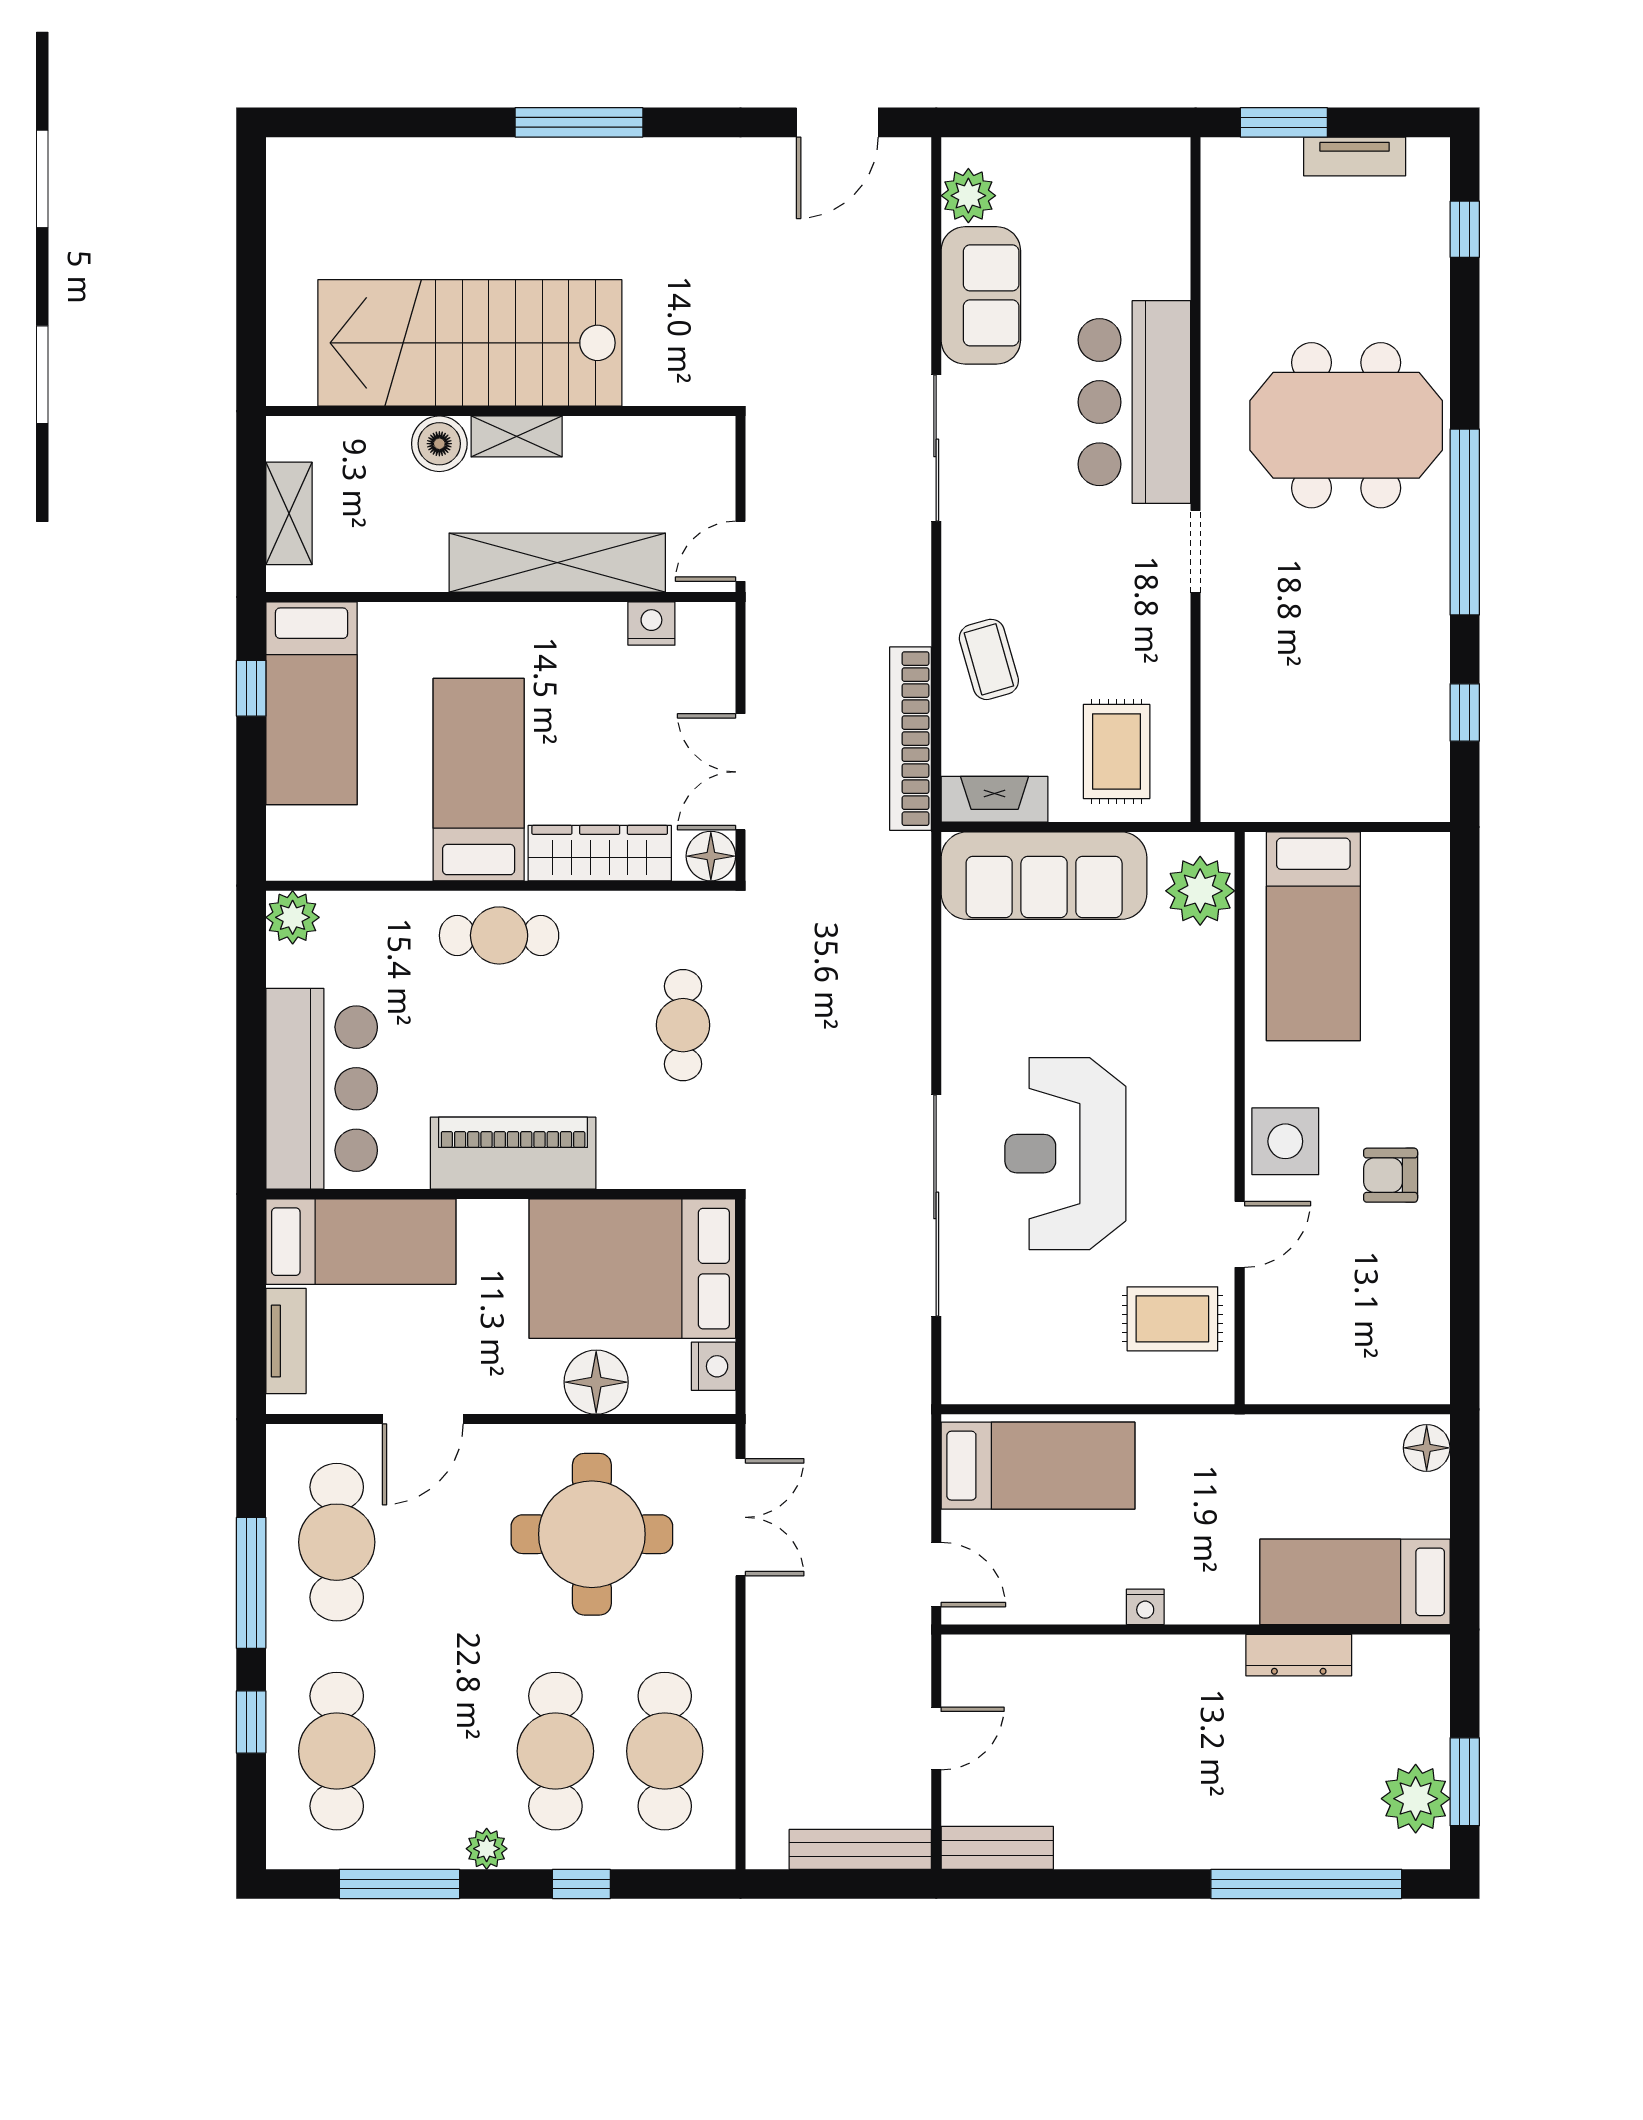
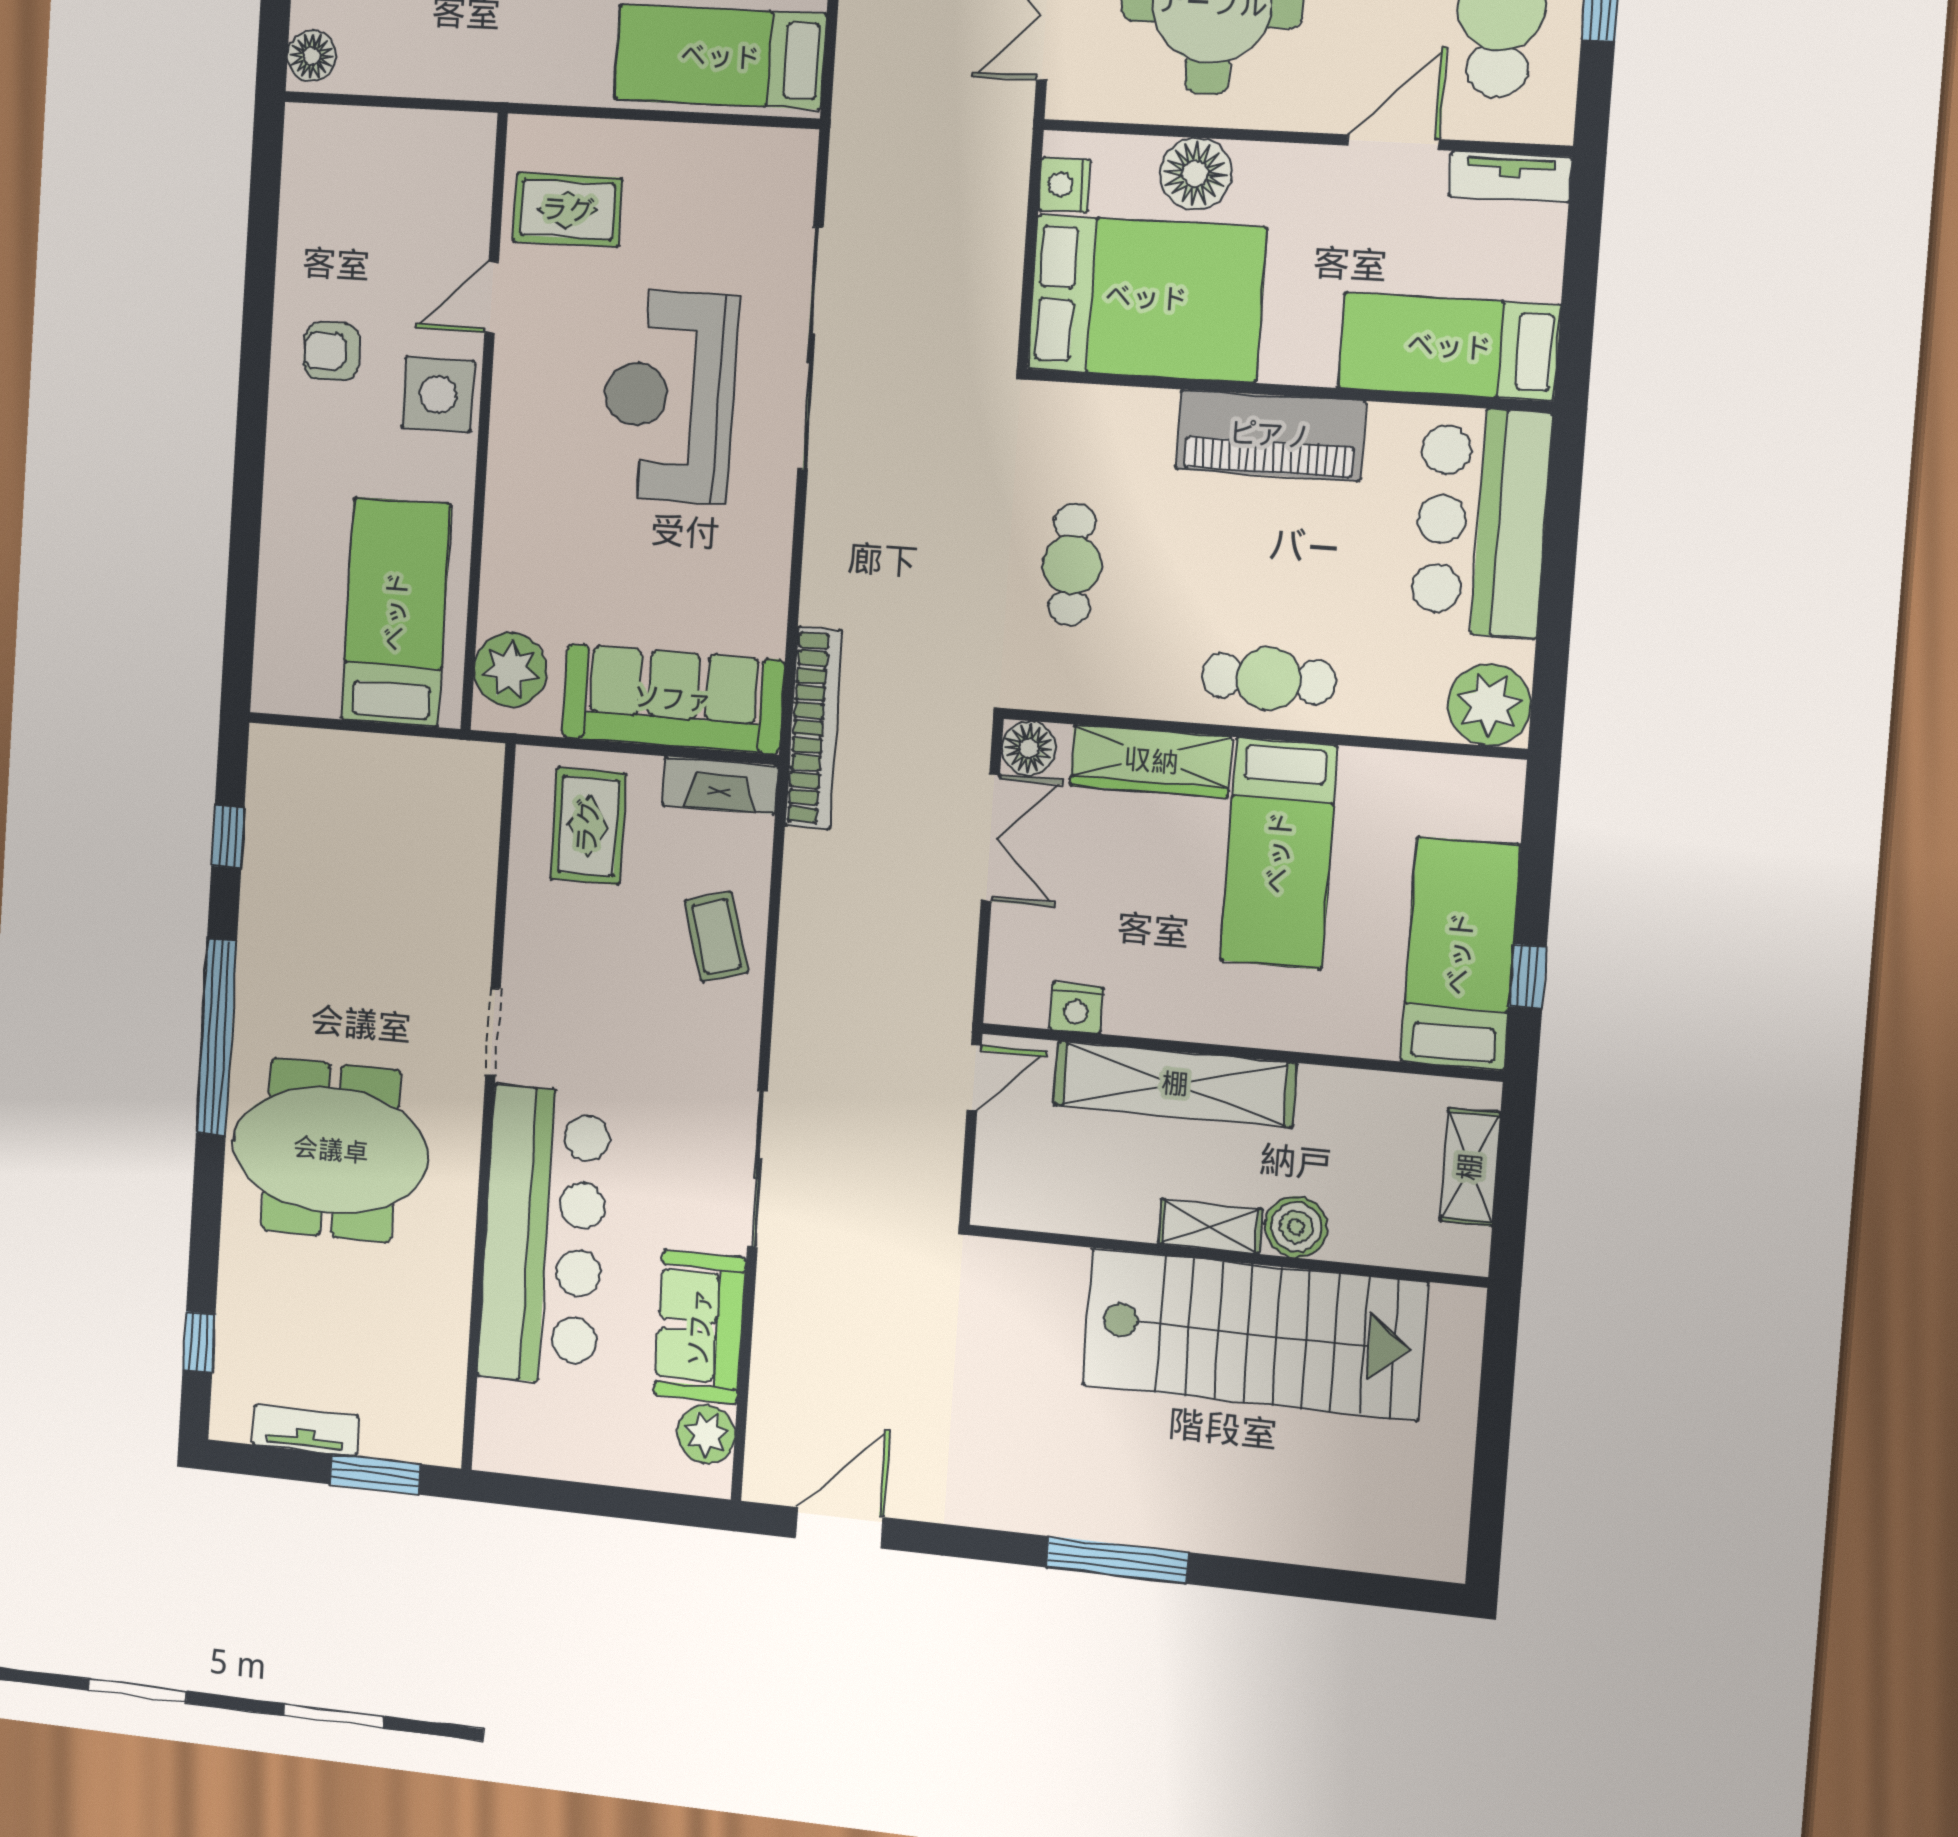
bar counter: (1134, 402) -> (544, 1236), width x1.36
bookcase: (911, 739) -> (814, 728), moved
plant: (293, 917) -> (1489, 705), width x1.36, depth x1.36
reception desk: (1065, 1154) -> (669, 396), turned 180
armchair: (1391, 1175) -> (332, 351), turned 180
tv unit: (286, 1341) -> (1510, 177), moved, turned -90

